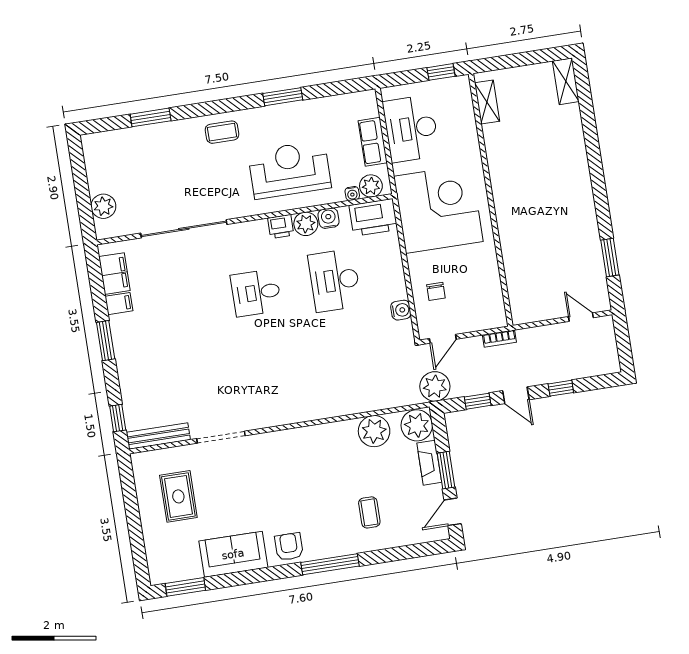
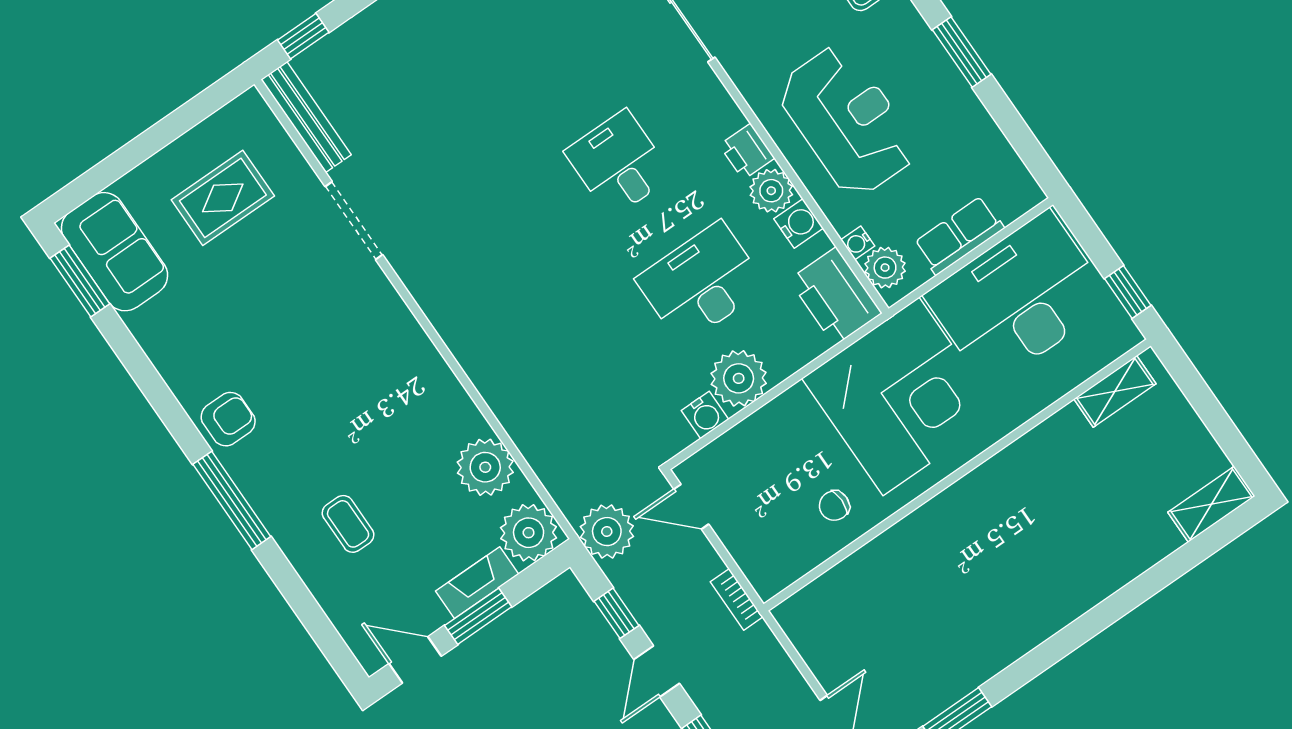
desk: (411, 129) -> (1019, 299), width x1.36, depth x1.30
plant: (391, 285) -> (739, 378), added
chair: (436, 291) -> (834, 506), moved
coffee table: (369, 512) -> (348, 524), turned 90
sofa: (233, 554) -> (114, 252), moved

